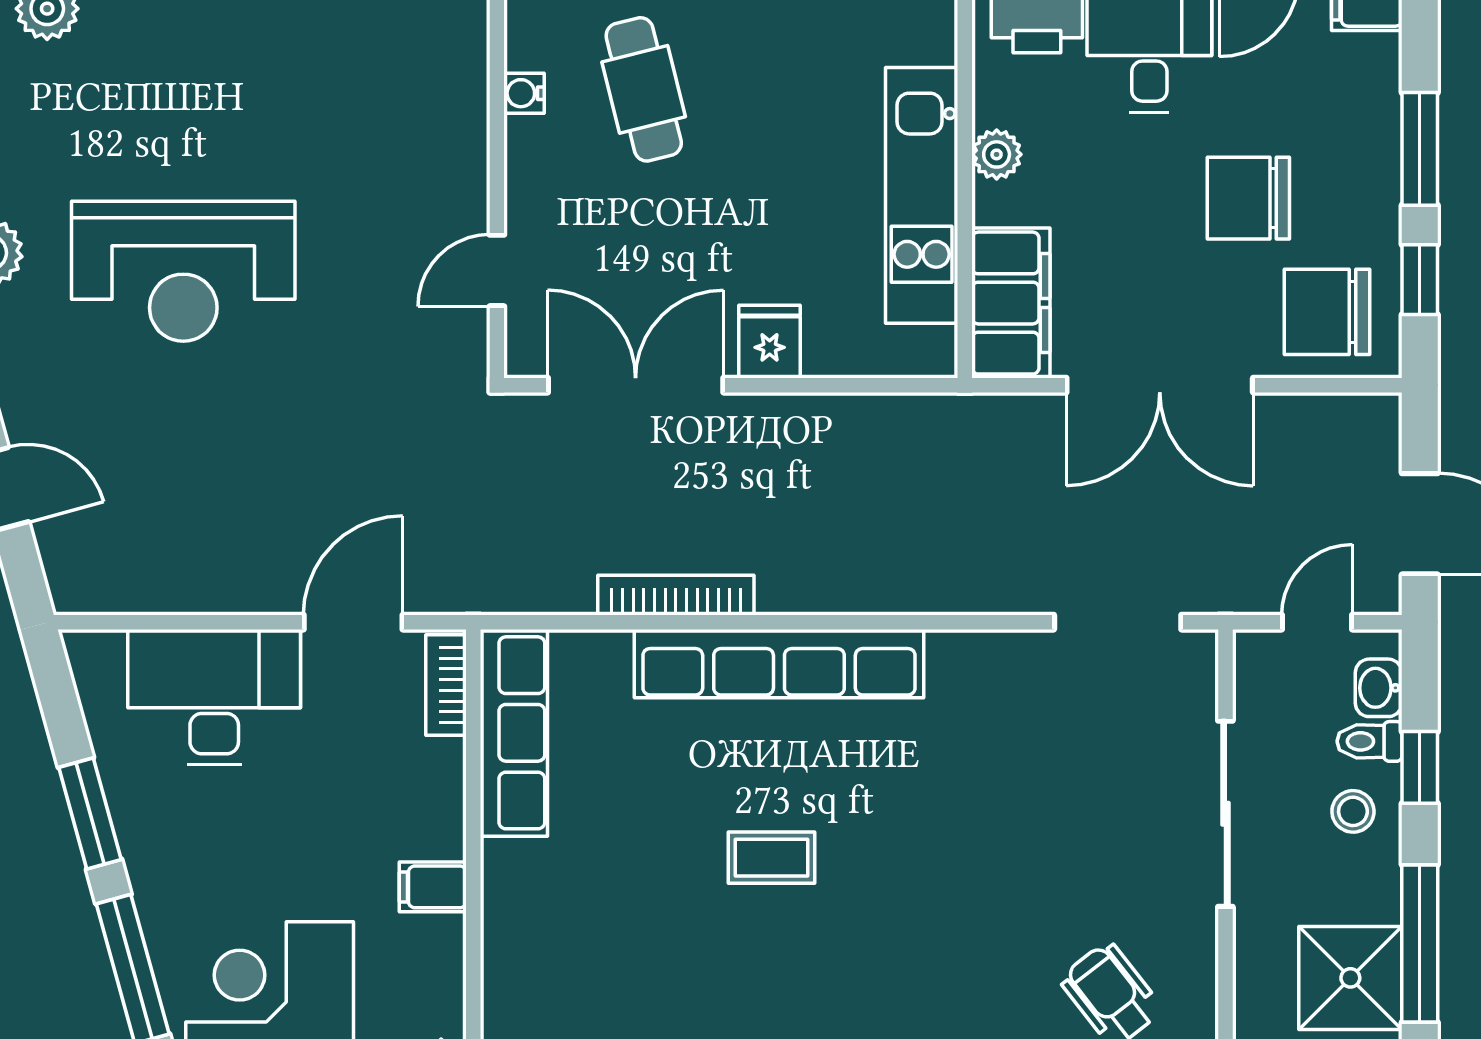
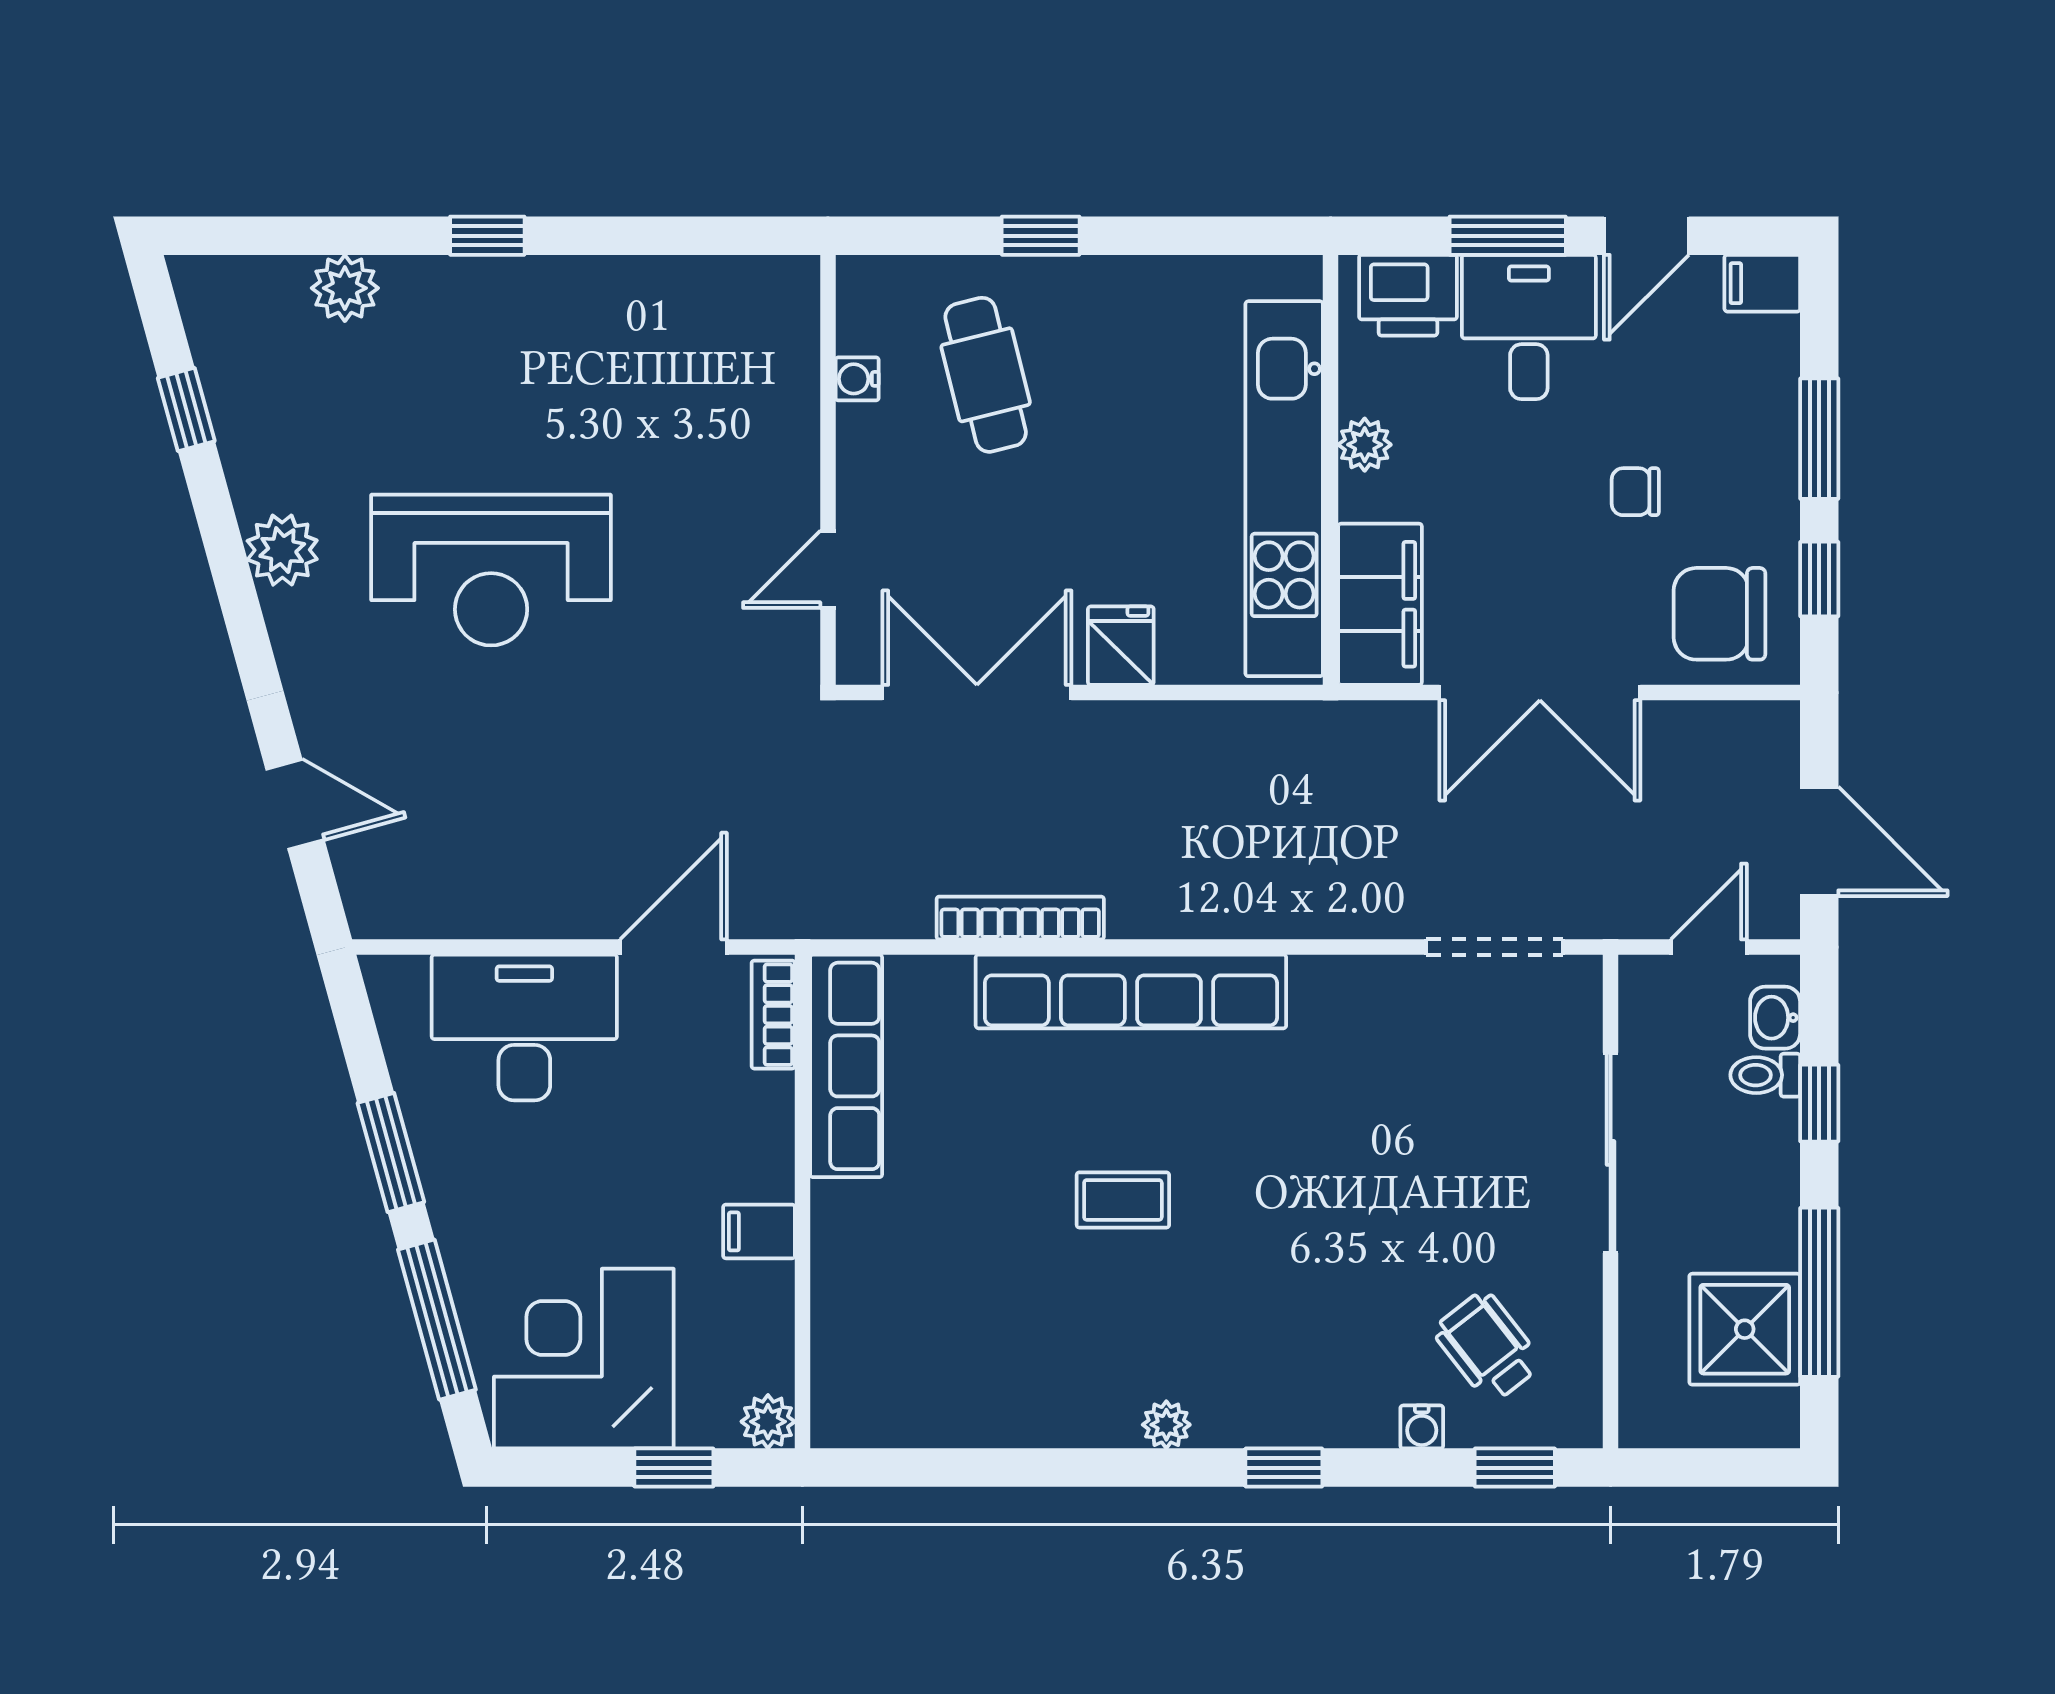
kitchen unit: (922, 195) -> (1284, 489), width x1.36
chair: (1248, 198) -> (1635, 492), width x0.54, depth x0.54
stool: (1353, 811) -> (1747, 1150), removed

